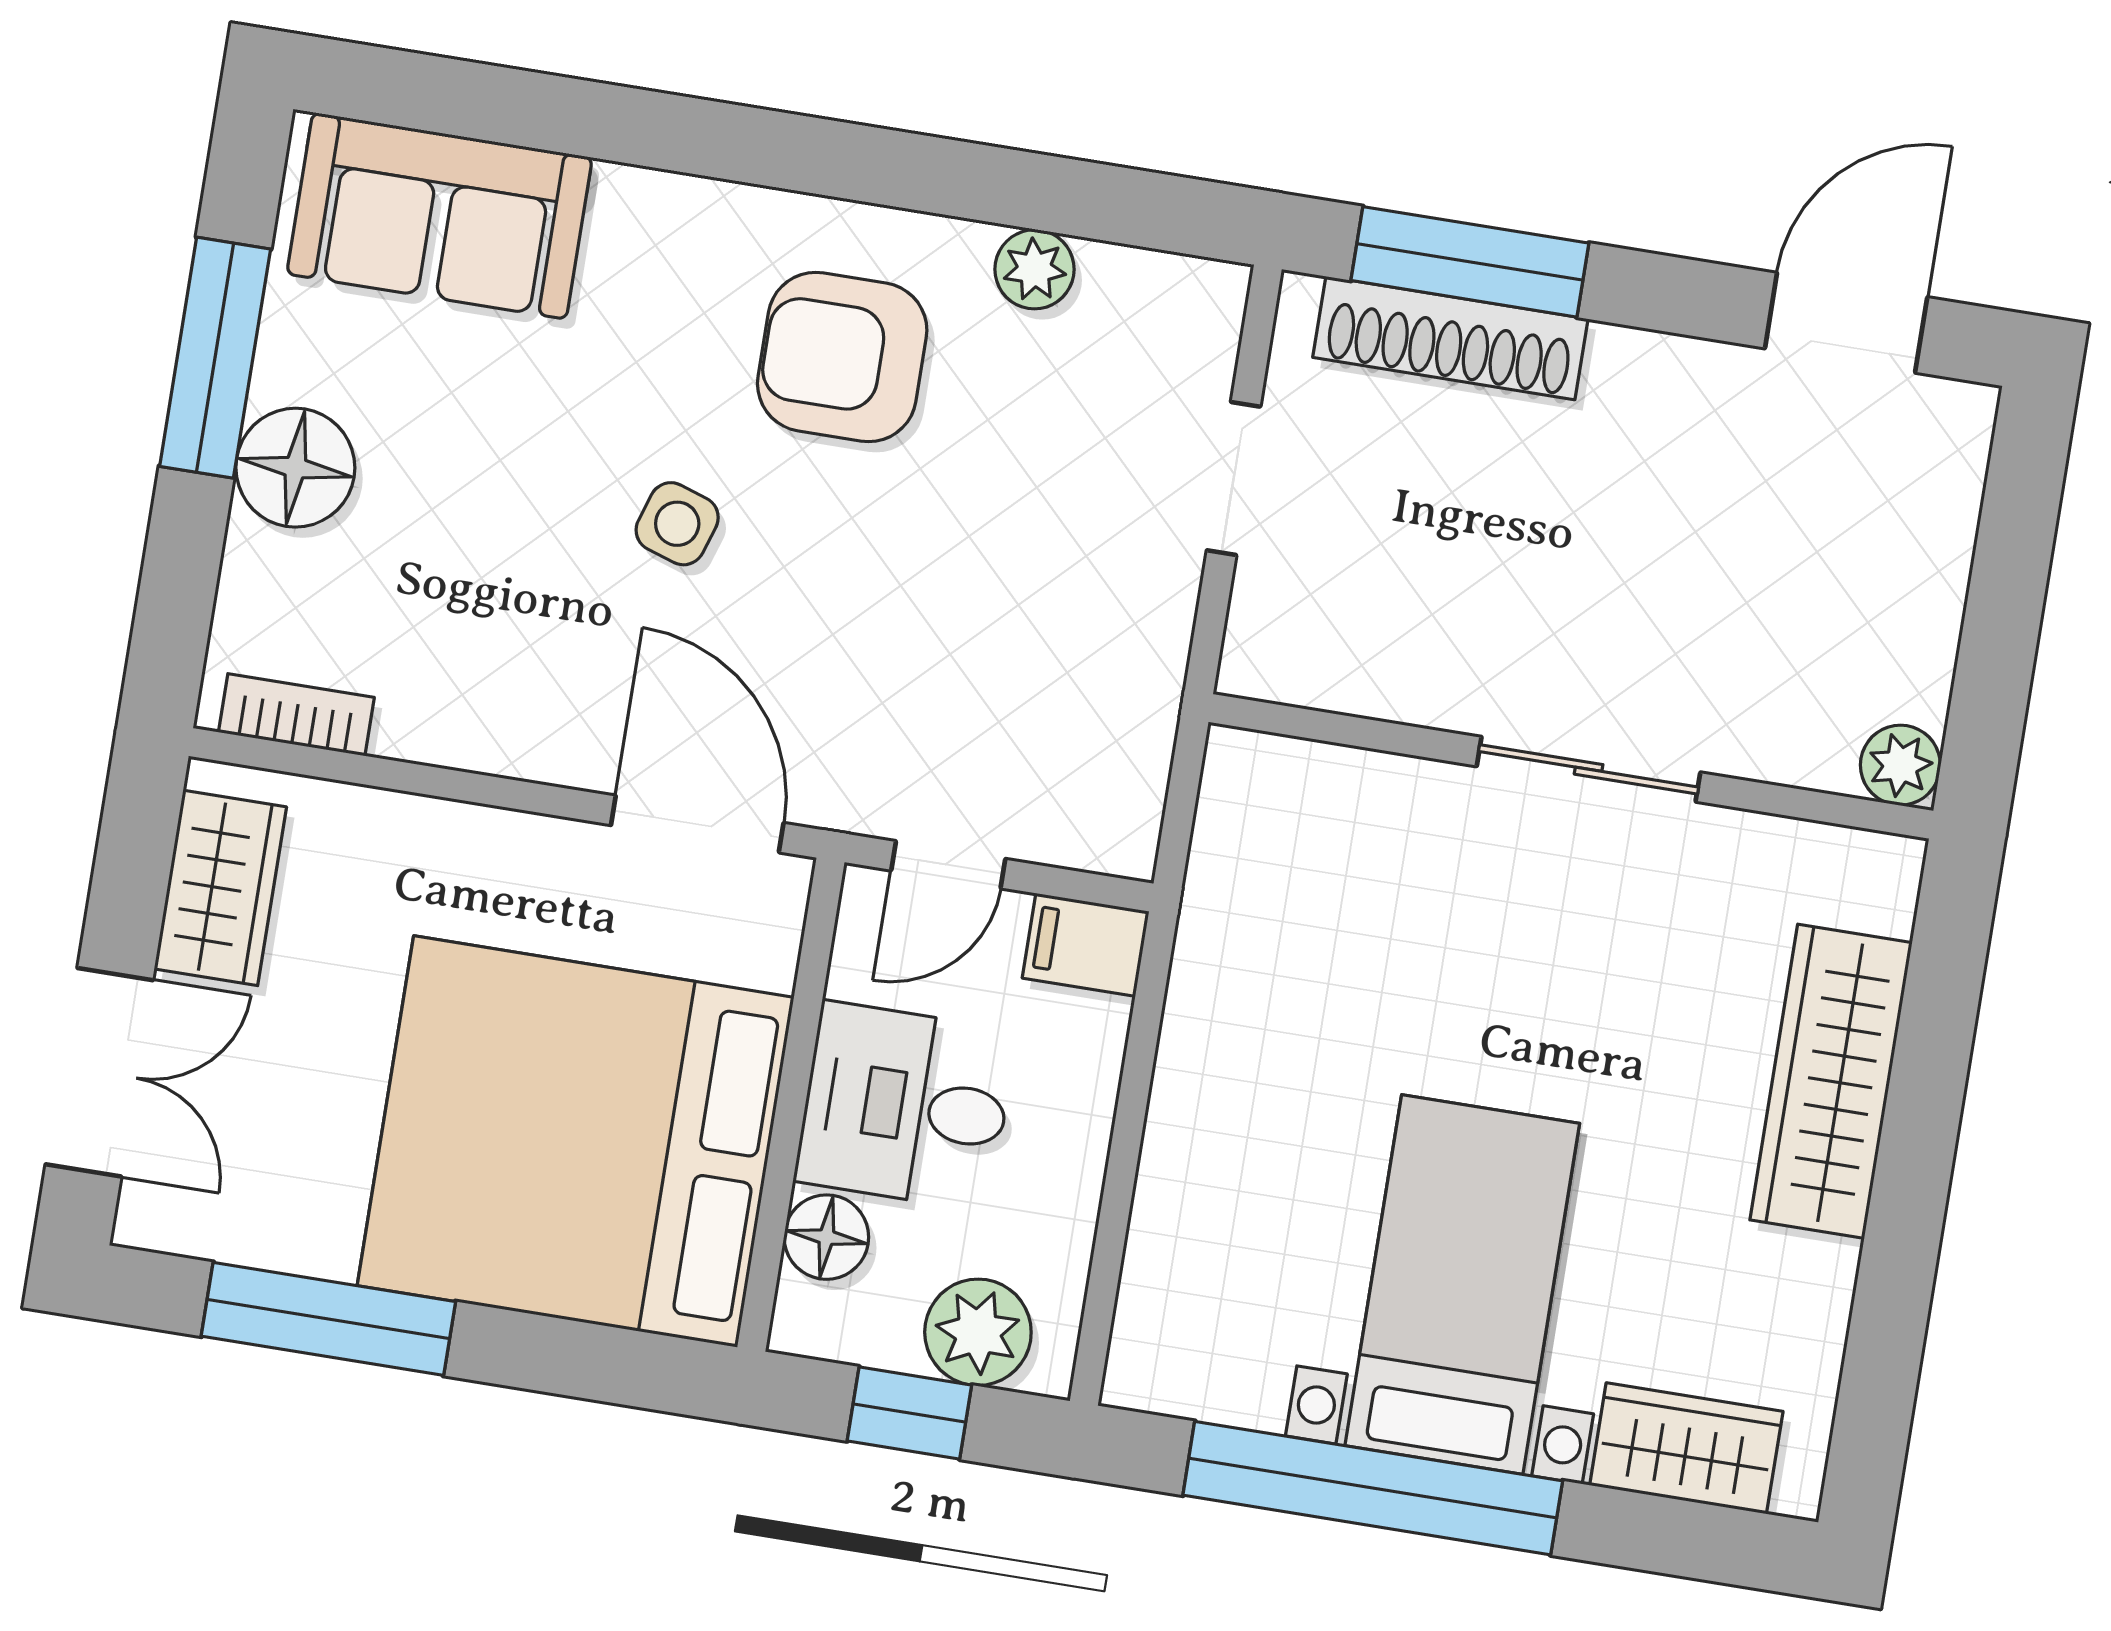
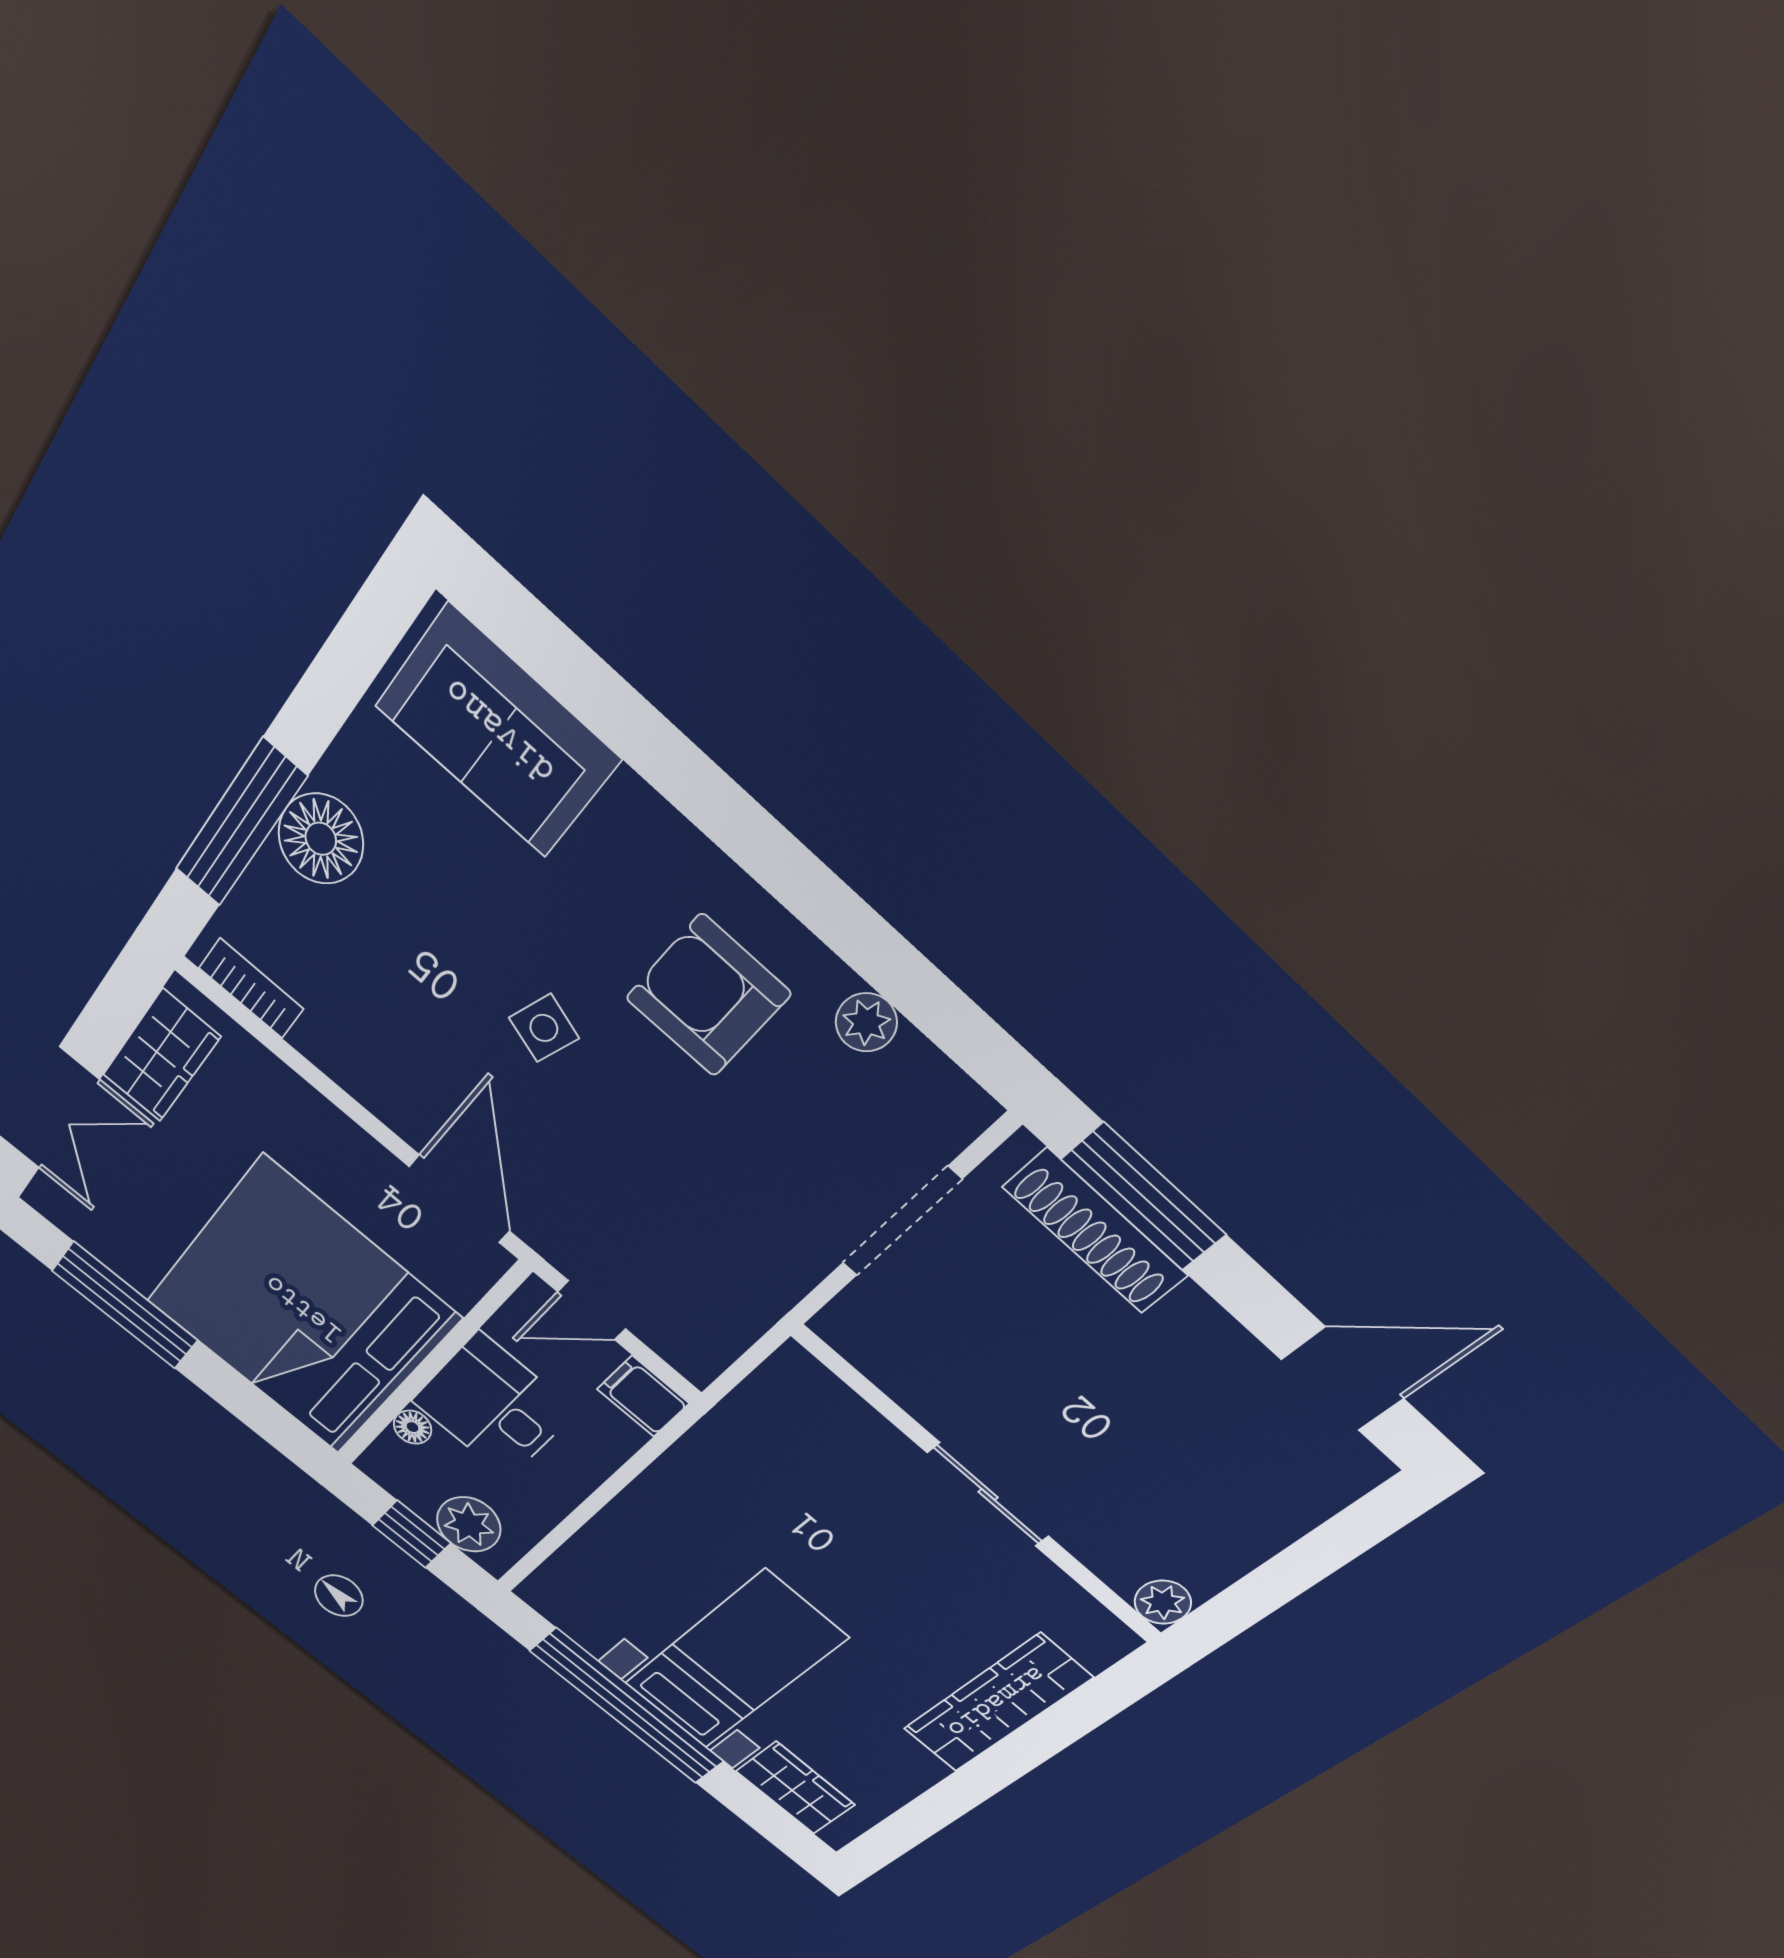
window: (215, 358) -> (241, 823), moved
doorway: (1234, 478) -> (901, 1222), width x1.38
floor lamp: (826, 1237) -> (413, 1427), width x0.73, depth x0.73

